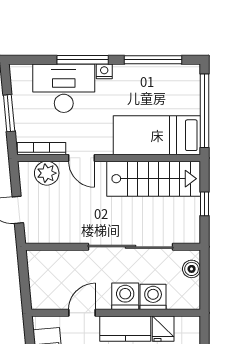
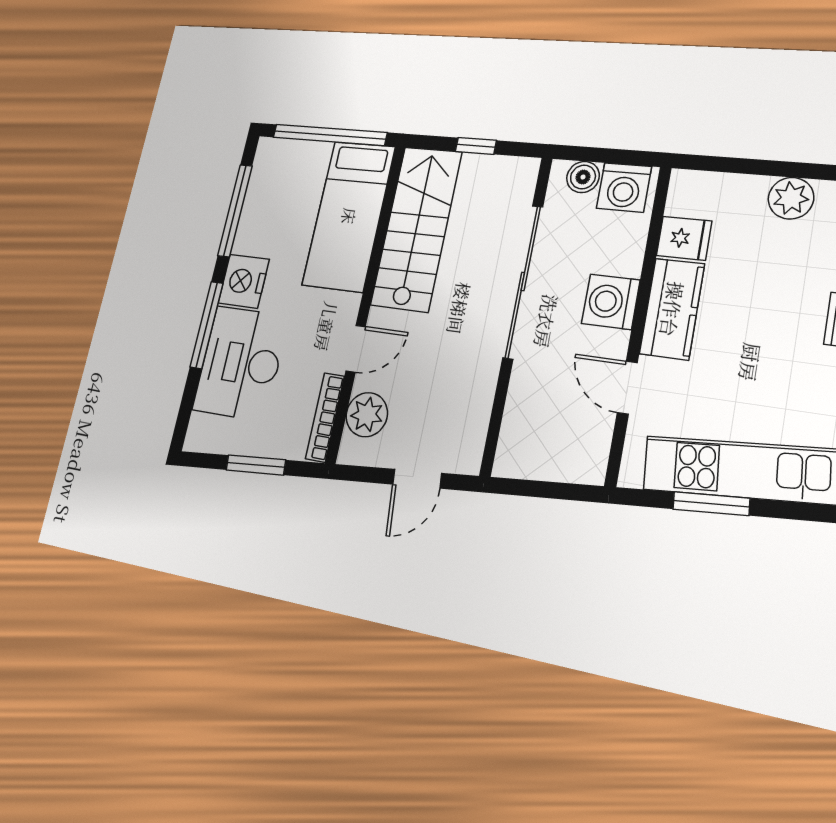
nightstand: (104, 71) -> (244, 281), width x1.89, depth x1.79
washing machine: (153, 297) -> (624, 187), moved, turned -90

